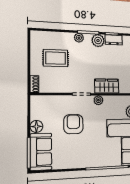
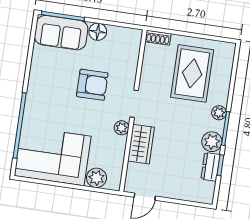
rug: (56, 58) -> (192, 73), width x1.36, depth x1.43

